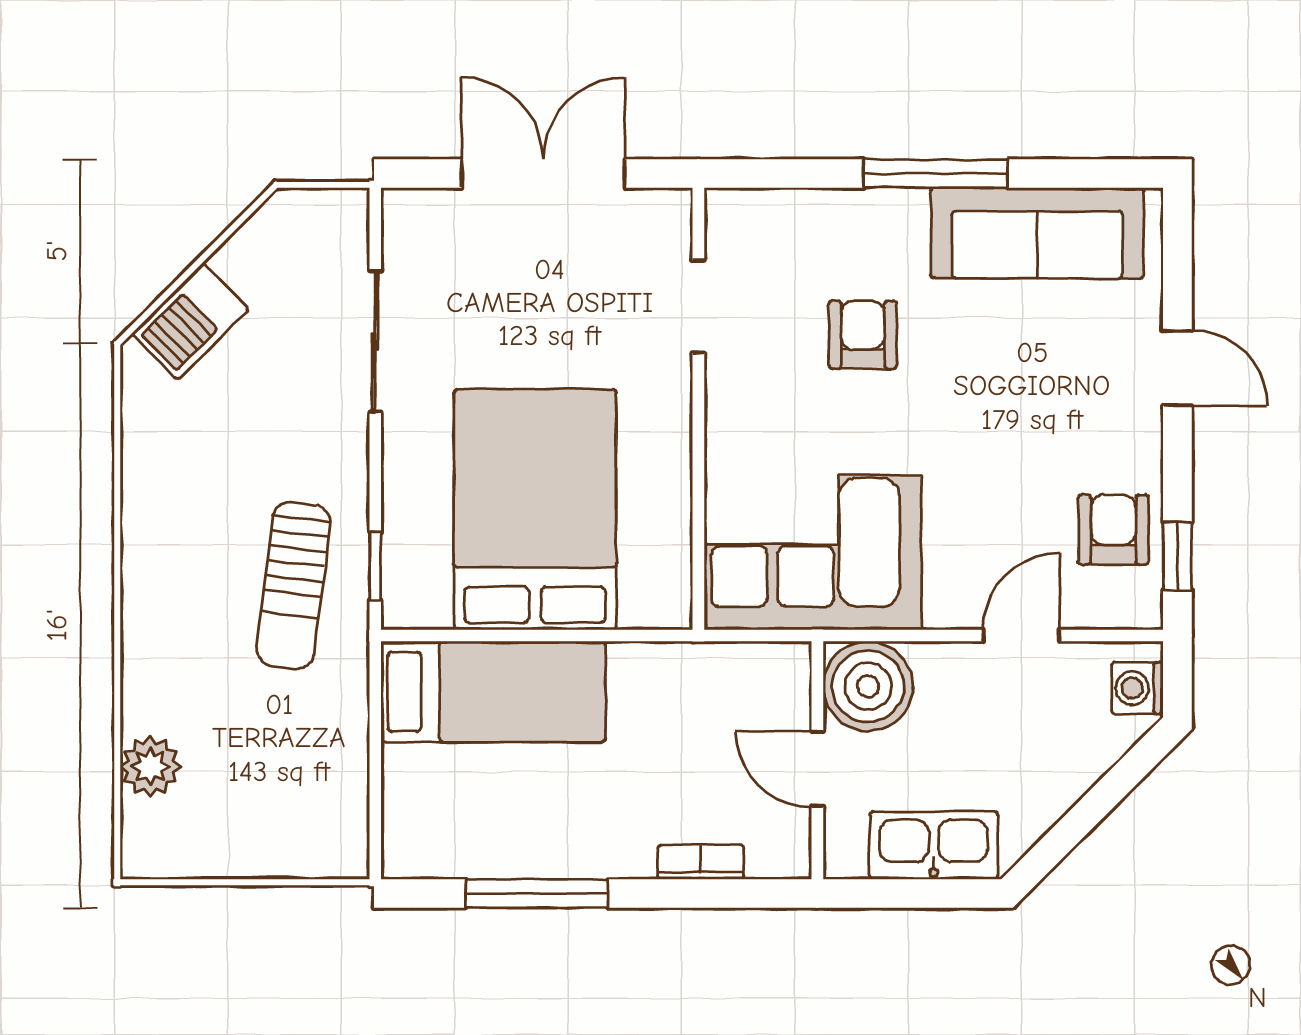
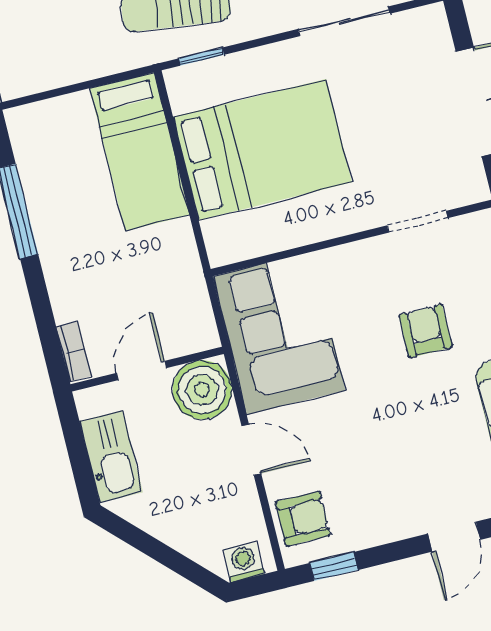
armchair: (863, 335) -> (425, 331), turned -90
armchair: (1113, 530) -> (303, 519), moved
door: (1021, 636) -> (251, 450), moved
bookcase: (701, 862) -> (74, 351), moved

